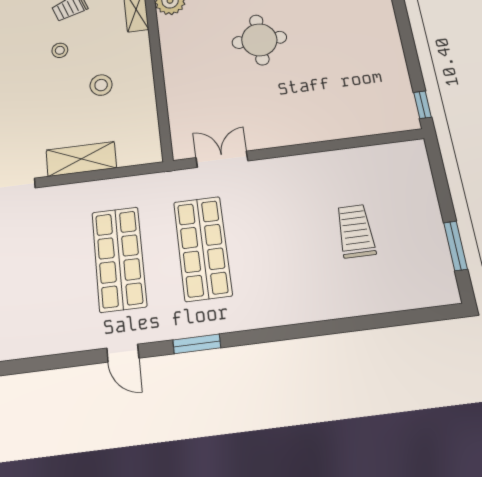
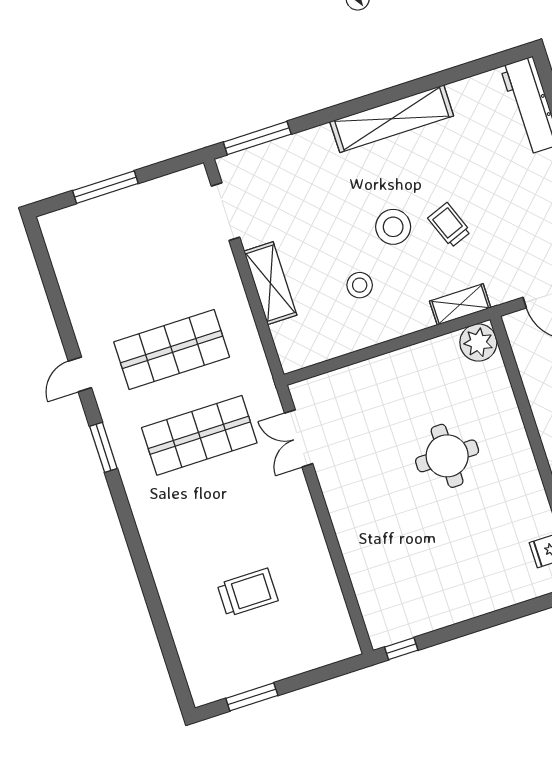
stool: (60, 50) -> (393, 227), width x1.89, depth x1.89
double door: (222, 159) -> (299, 438), swing flipped

